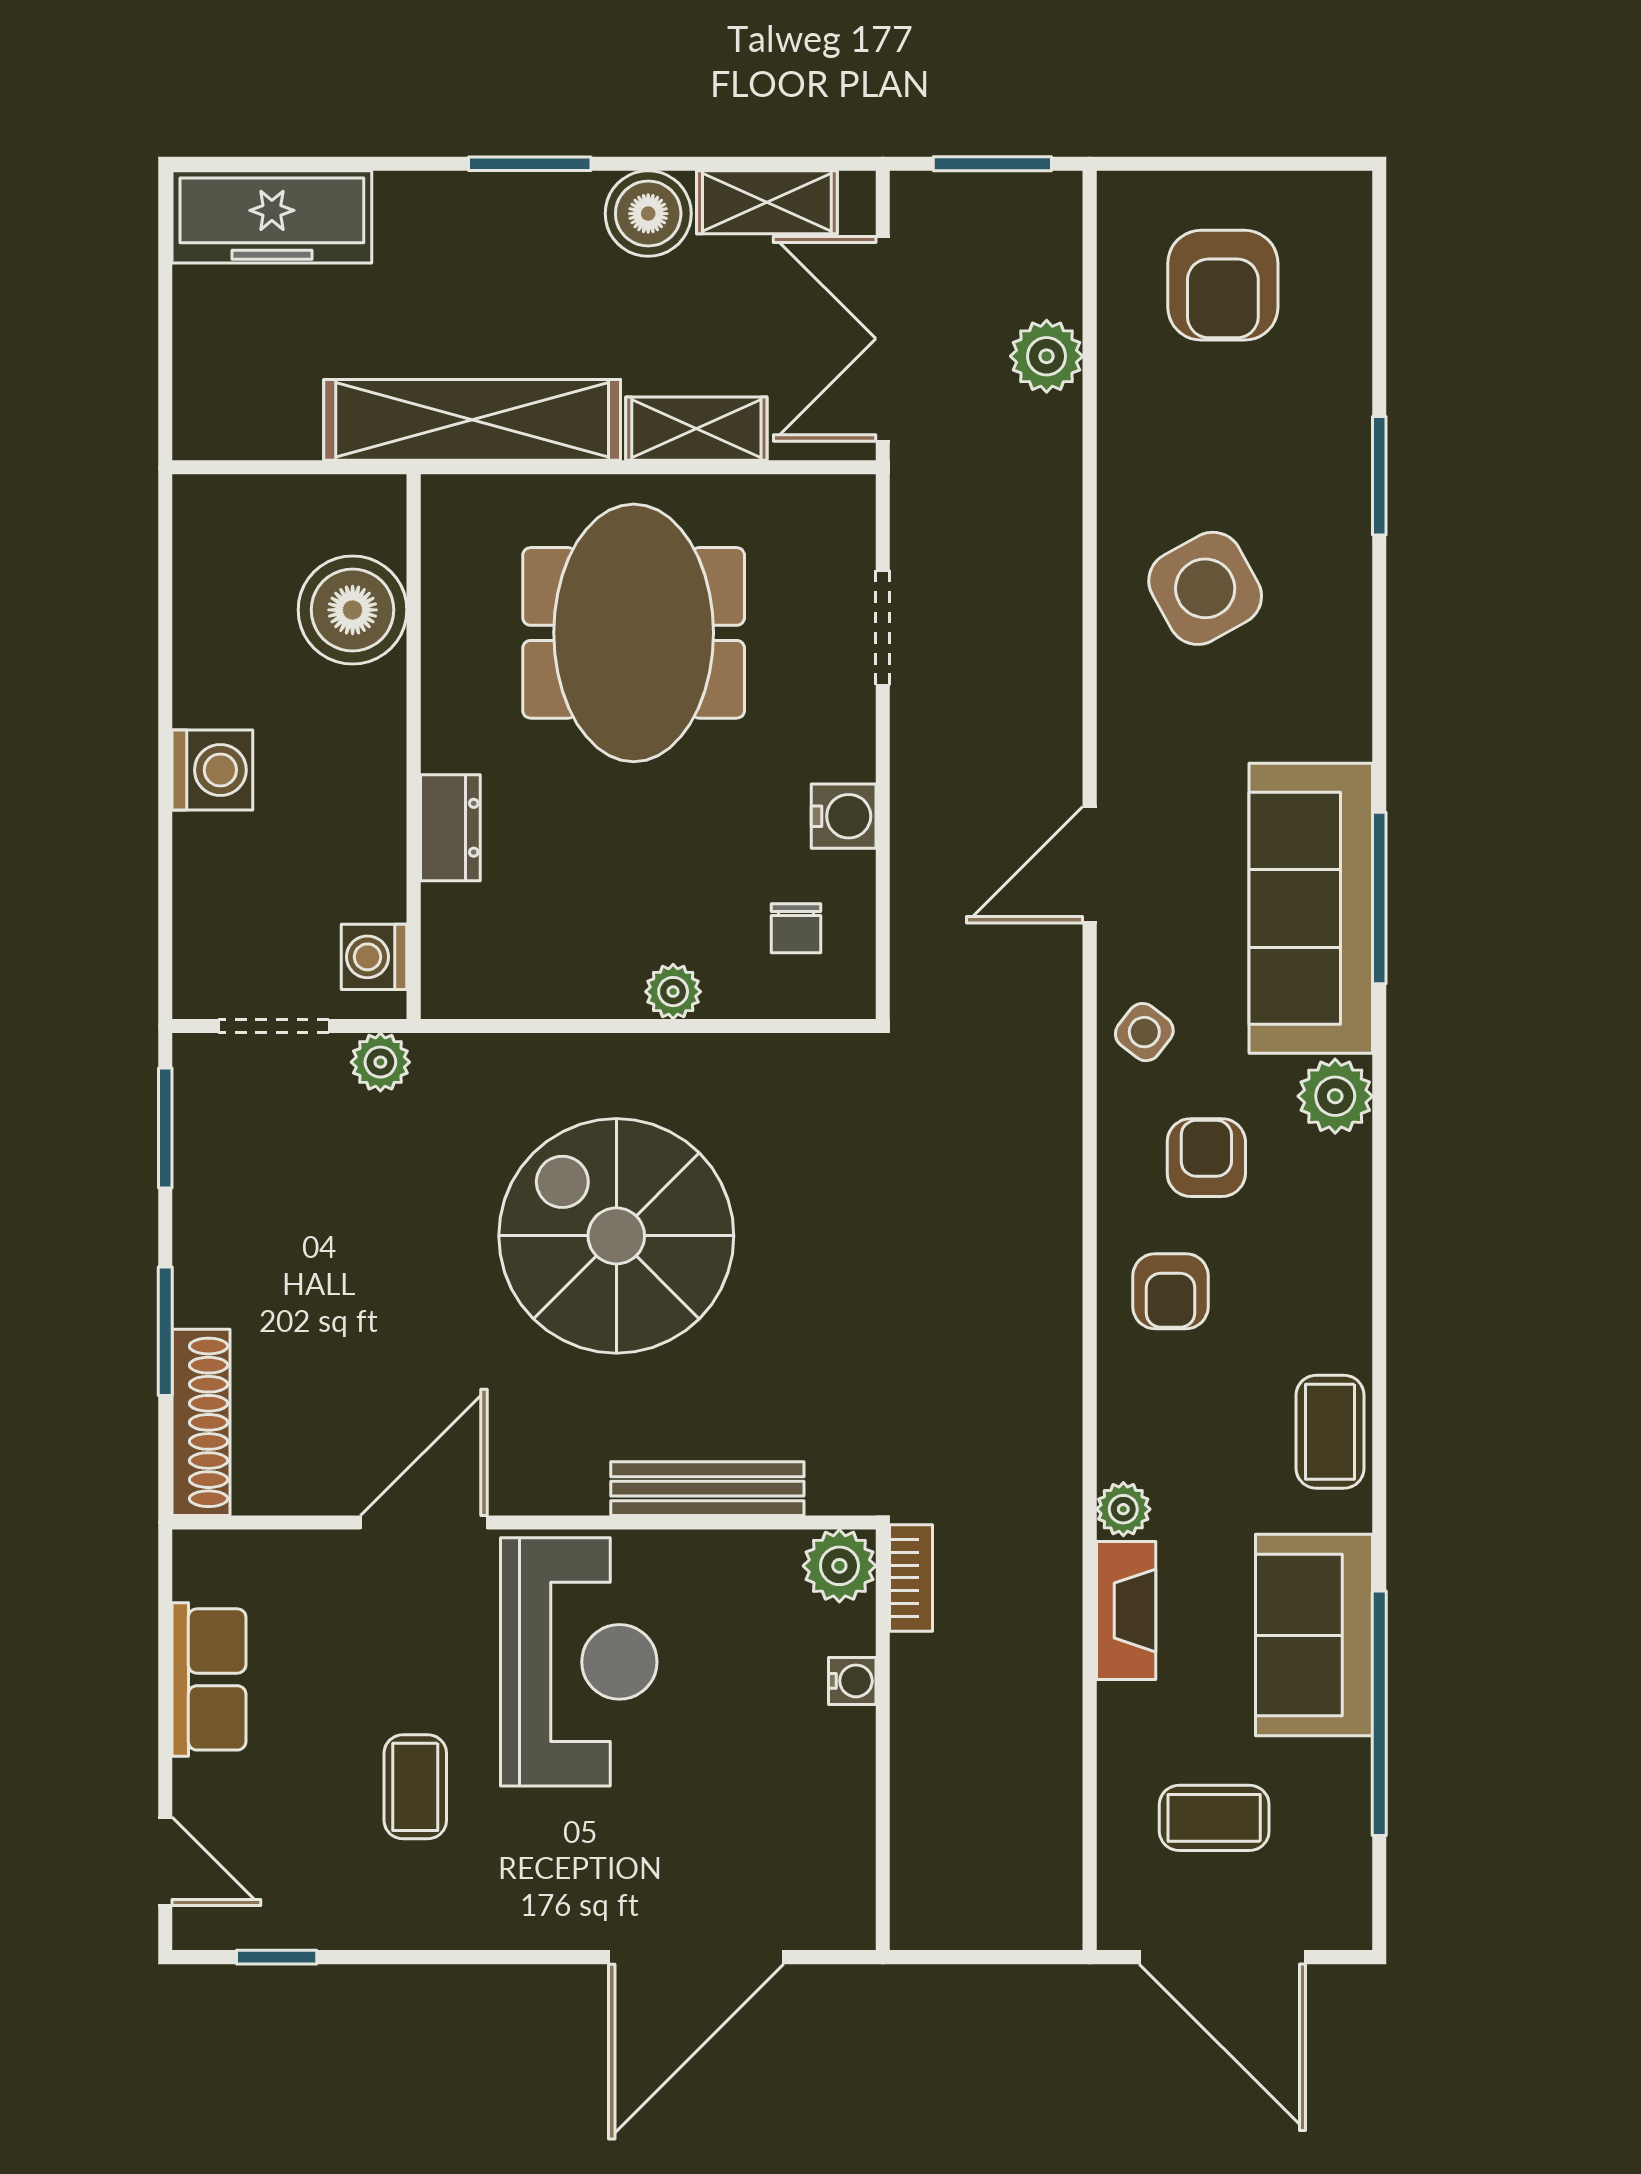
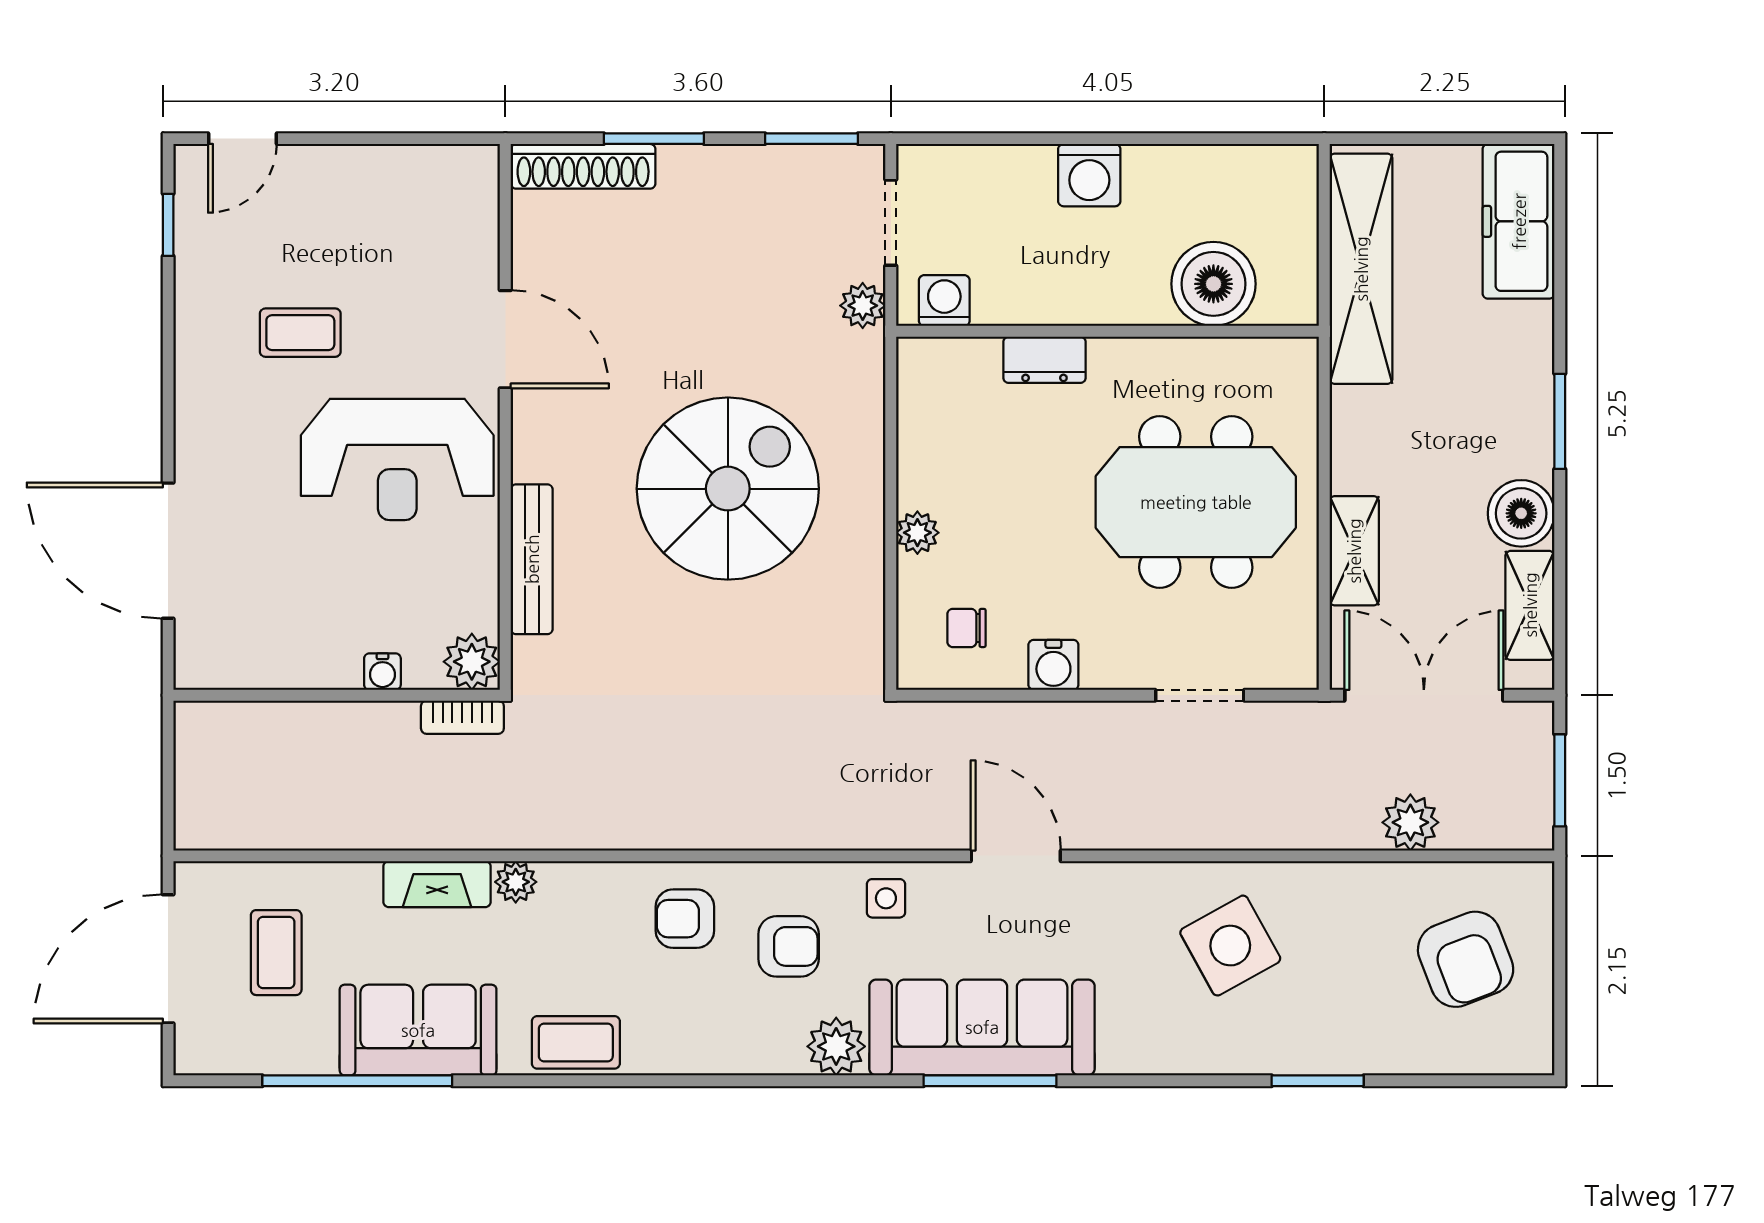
armchair: (1223, 285) -> (1466, 959), turned -111
shelving: (472, 420) -> (1361, 269), moved
side table: (1144, 1032) -> (886, 898), turned -38
row of seats: (209, 1679) -> (384, 173), removed

